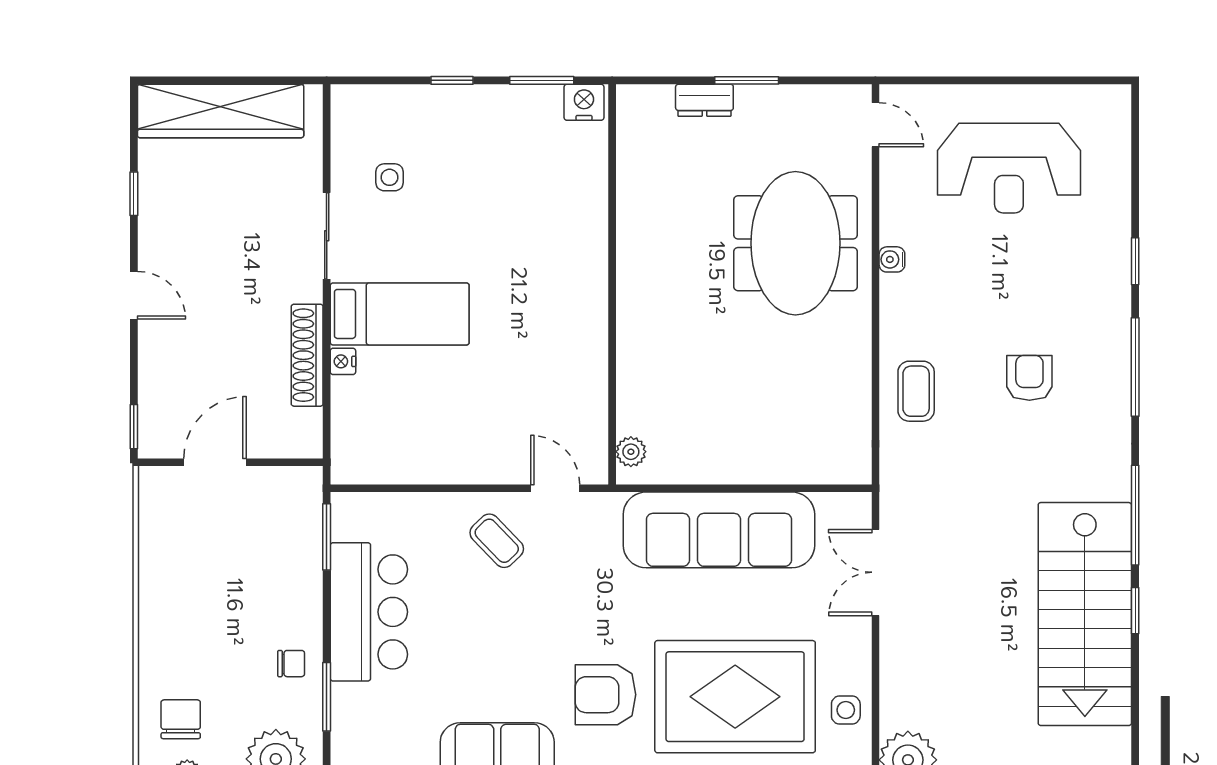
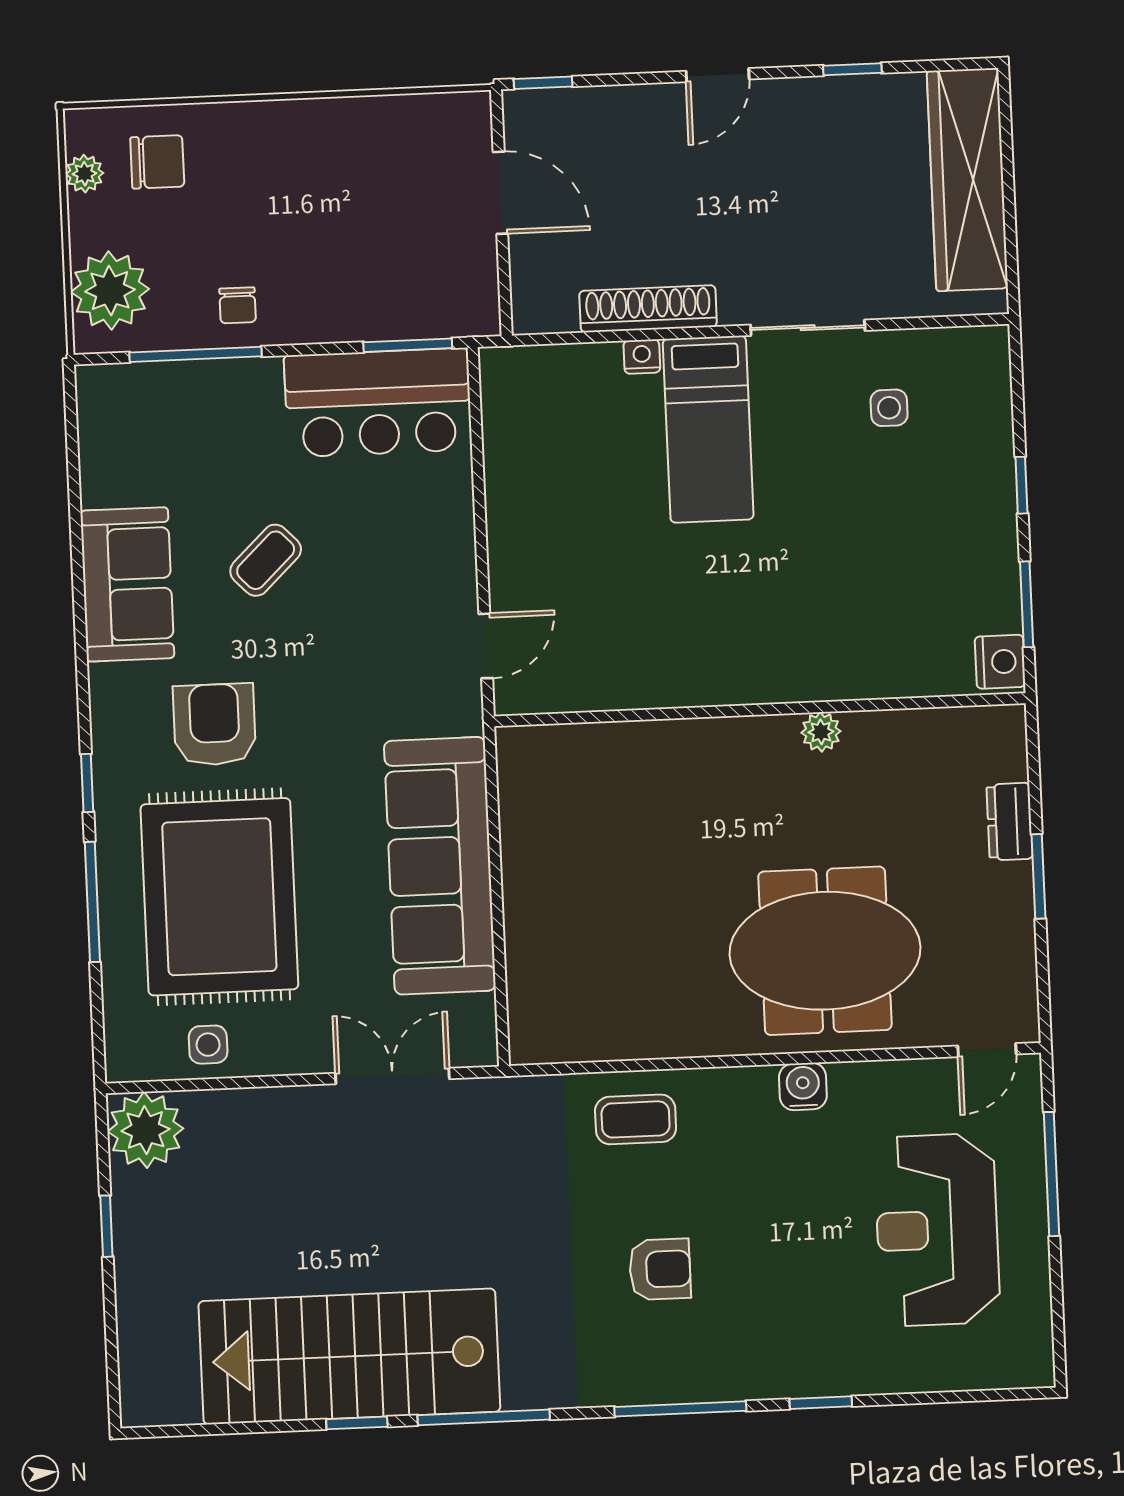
window: (971, 80) -> (1051, 1174), added
water cooler: (892, 259) -> (803, 1086), width x1.38, depth x1.38
plant: (631, 452) -> (821, 732), moved
coffee table: (497, 541) -> (266, 560), moved
bar counter: (369, 612) -> (378, 403), moved
window: (327, 697) -> (196, 354), width x1.44

